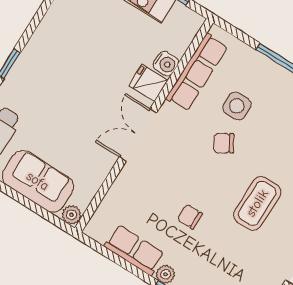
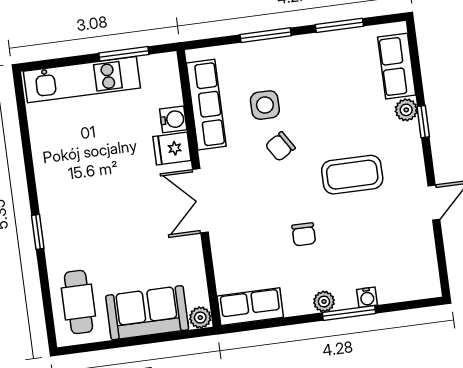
coffee table: (257, 203) -> (352, 175), turned 90
chair: (190, 217) -> (304, 234), turned -90
row of seats: (134, 250) -> (250, 307), moved

